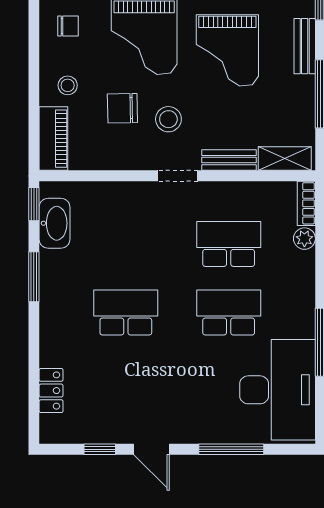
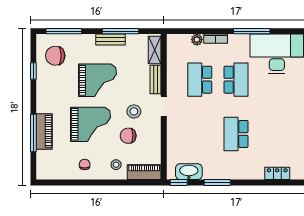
bench: (305, 46) -> (110, 39), moved
chair: (122, 108) -> (128, 136), turned 91
bookcase: (306, 203) -> (216, 39), moved
school desk: (229, 313) -> (236, 80), turned 180

